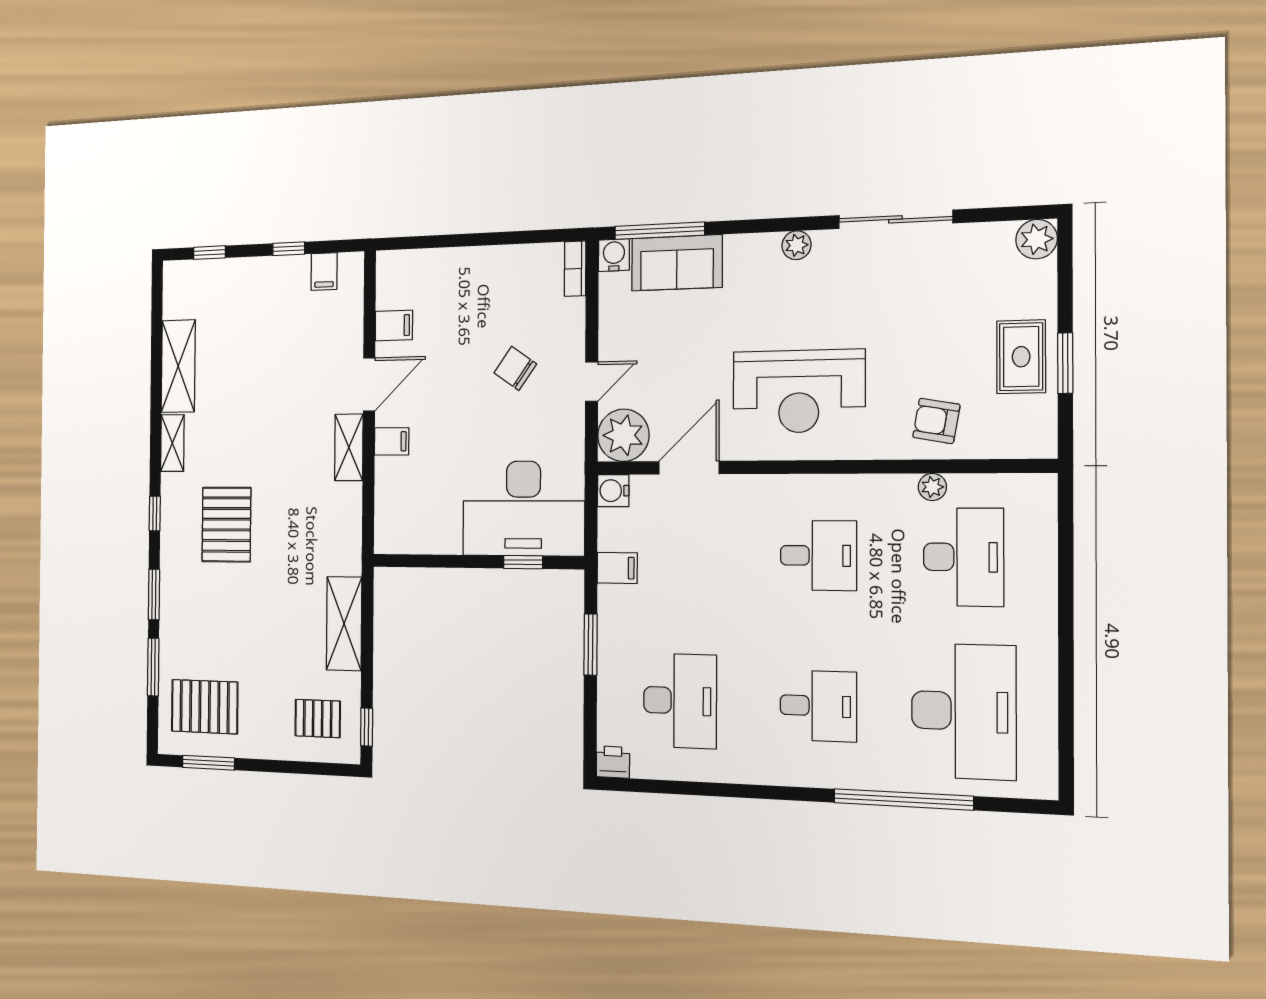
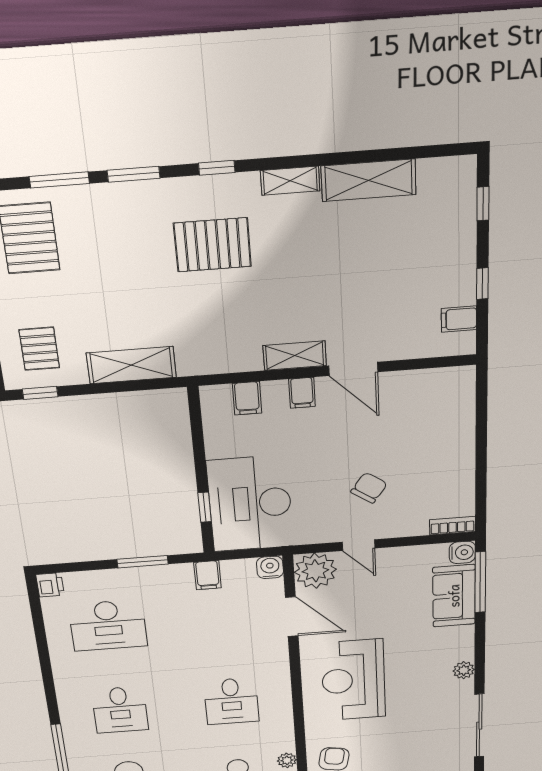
filing cabinet: (394, 325) -> (247, 398), moved

